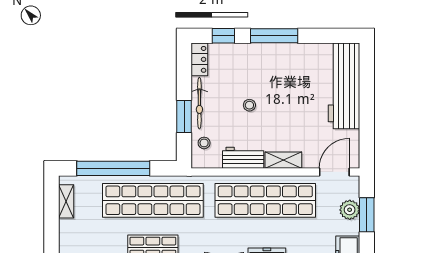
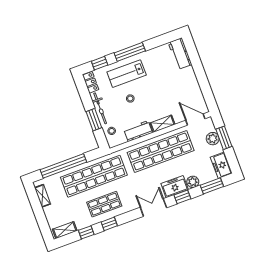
lab bench: (258, 66) -> (127, 74), added
workbench: (344, 86) -> (180, 54), width x0.53, depth x0.76
door: (334, 172) -> (195, 119), hinge flipped

